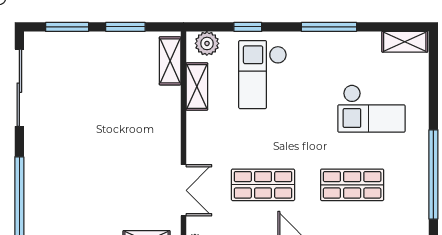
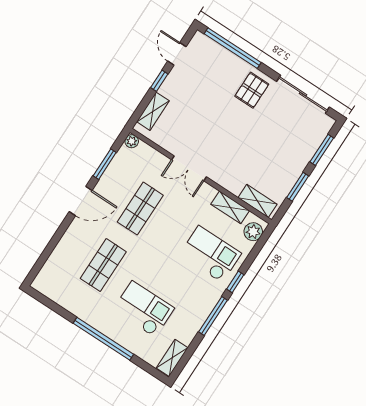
window: (248, 27) -> (235, 282), moved
checkout: (371, 109) -> (144, 309), turned 90
pallet: (52, 147) -> (252, 90), added
window: (433, 174) -> (103, 339), moved
double door: (183, 190) -> (189, 168), moved

